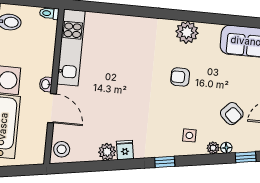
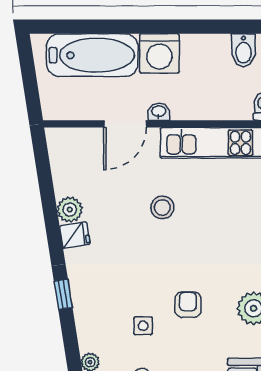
side table: (189, 135) -> (143, 326), moved
stool: (62, 149) -> (162, 207), moved

